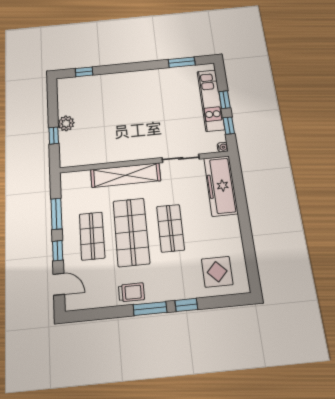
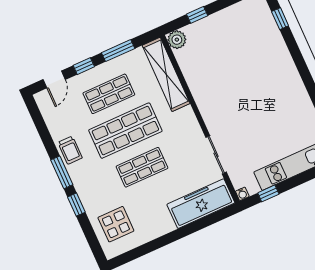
window: (225, 100) -> (297, 181), removed
plant: (66, 123) -> (177, 40), moved
shelving: (126, 175) -> (166, 74), moved

